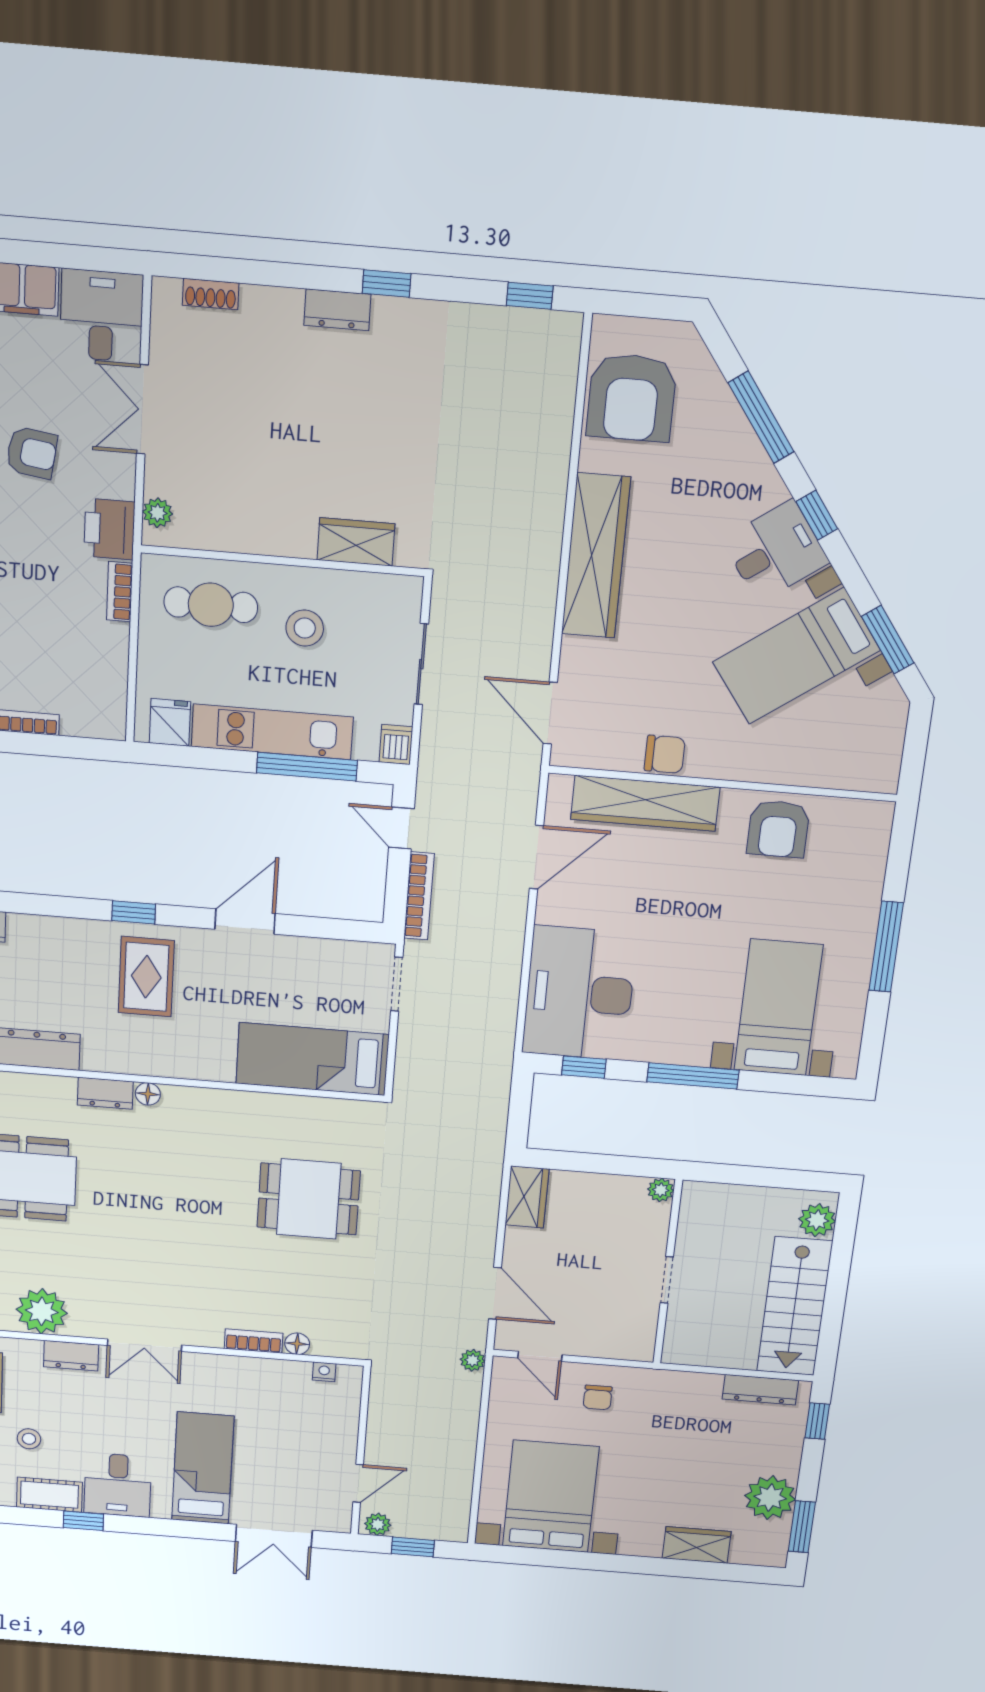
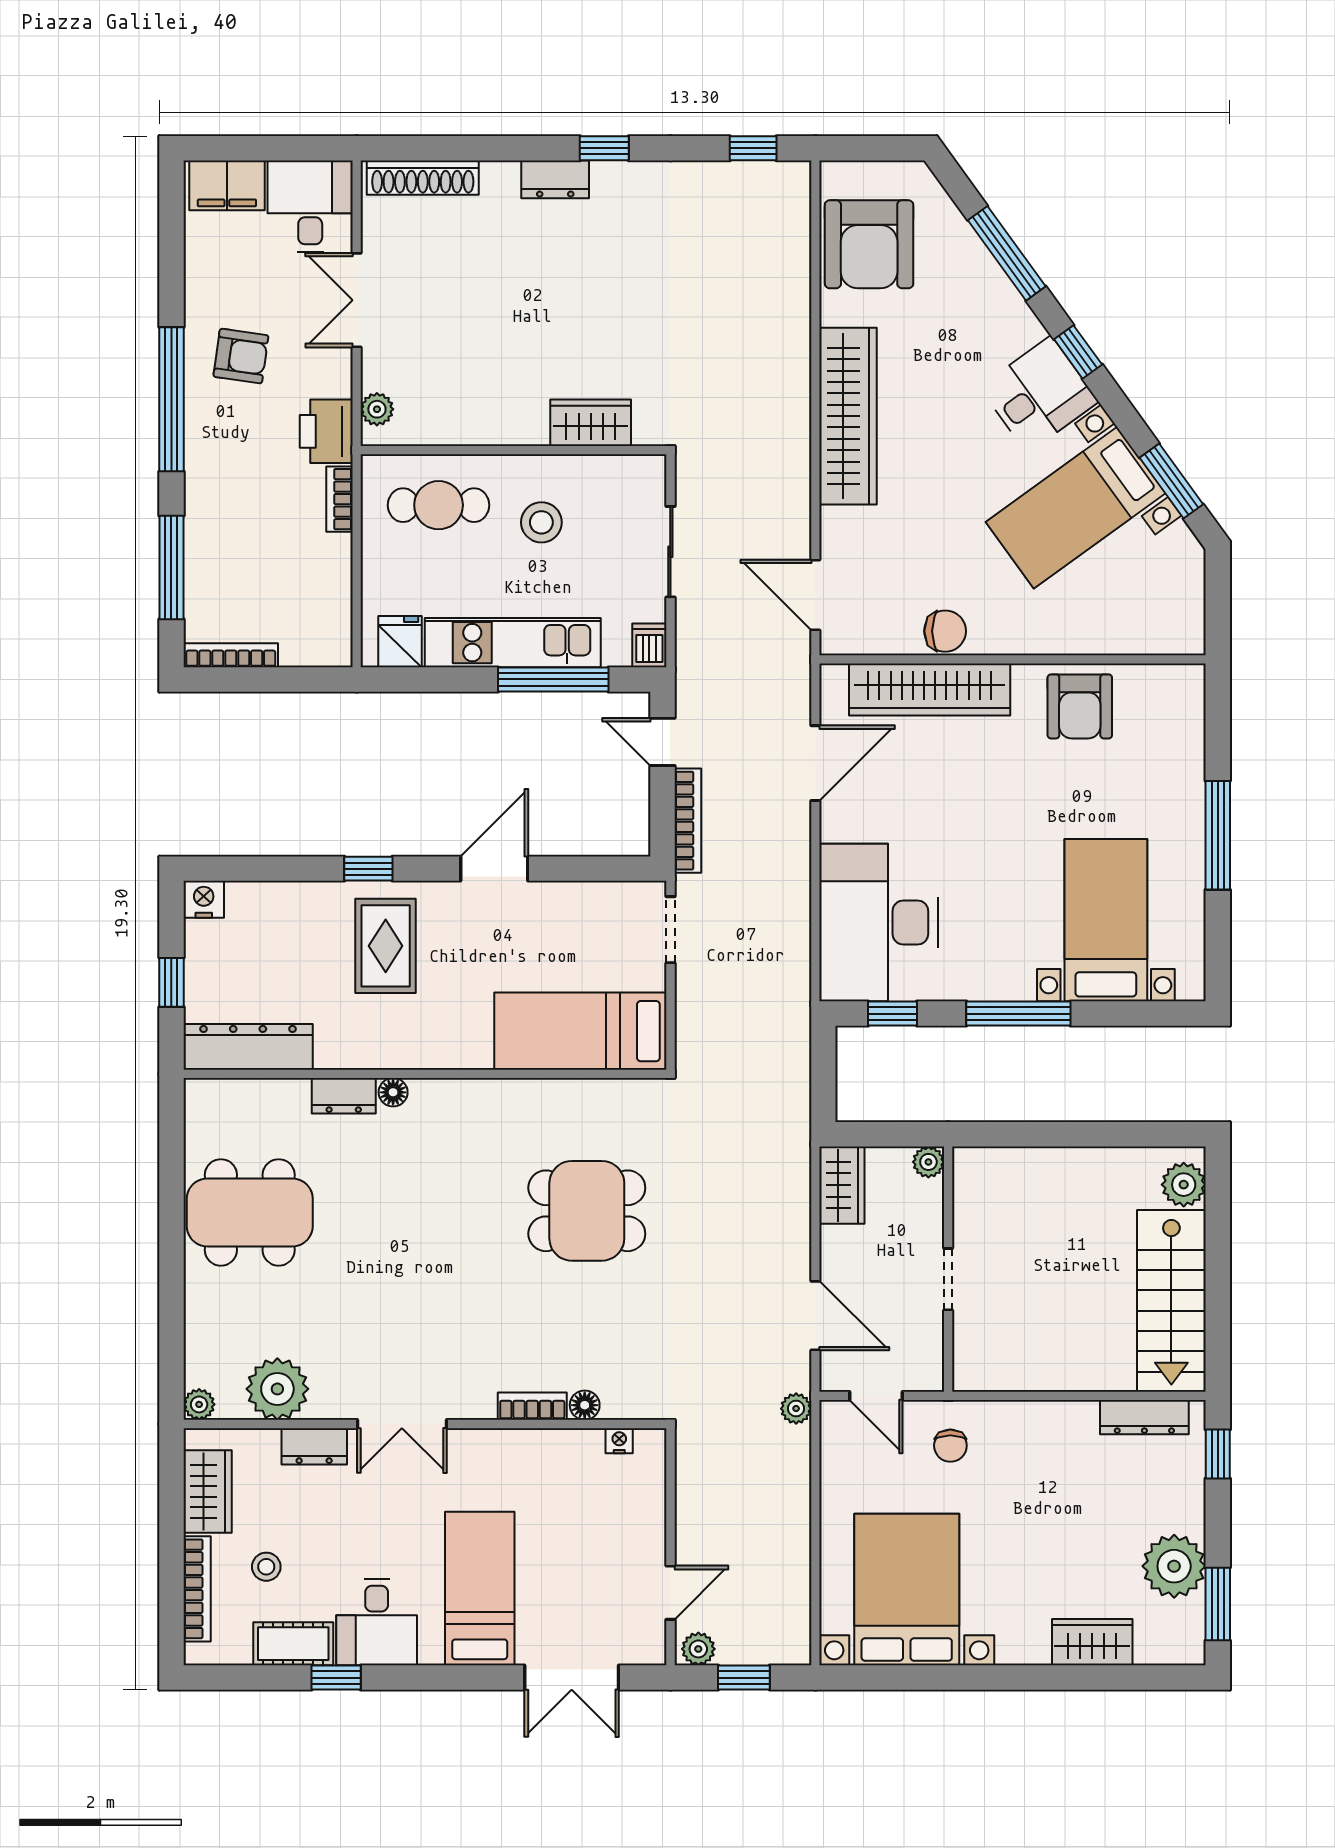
shoe rack: (211, 294) -> (423, 178), width x1.94, depth x1.24
plant: (661, 1190) -> (928, 1162), moved
wall: (668, 1272) -> (948, 1269), moved
doorway: (667, 1280) -> (948, 1279), moved

